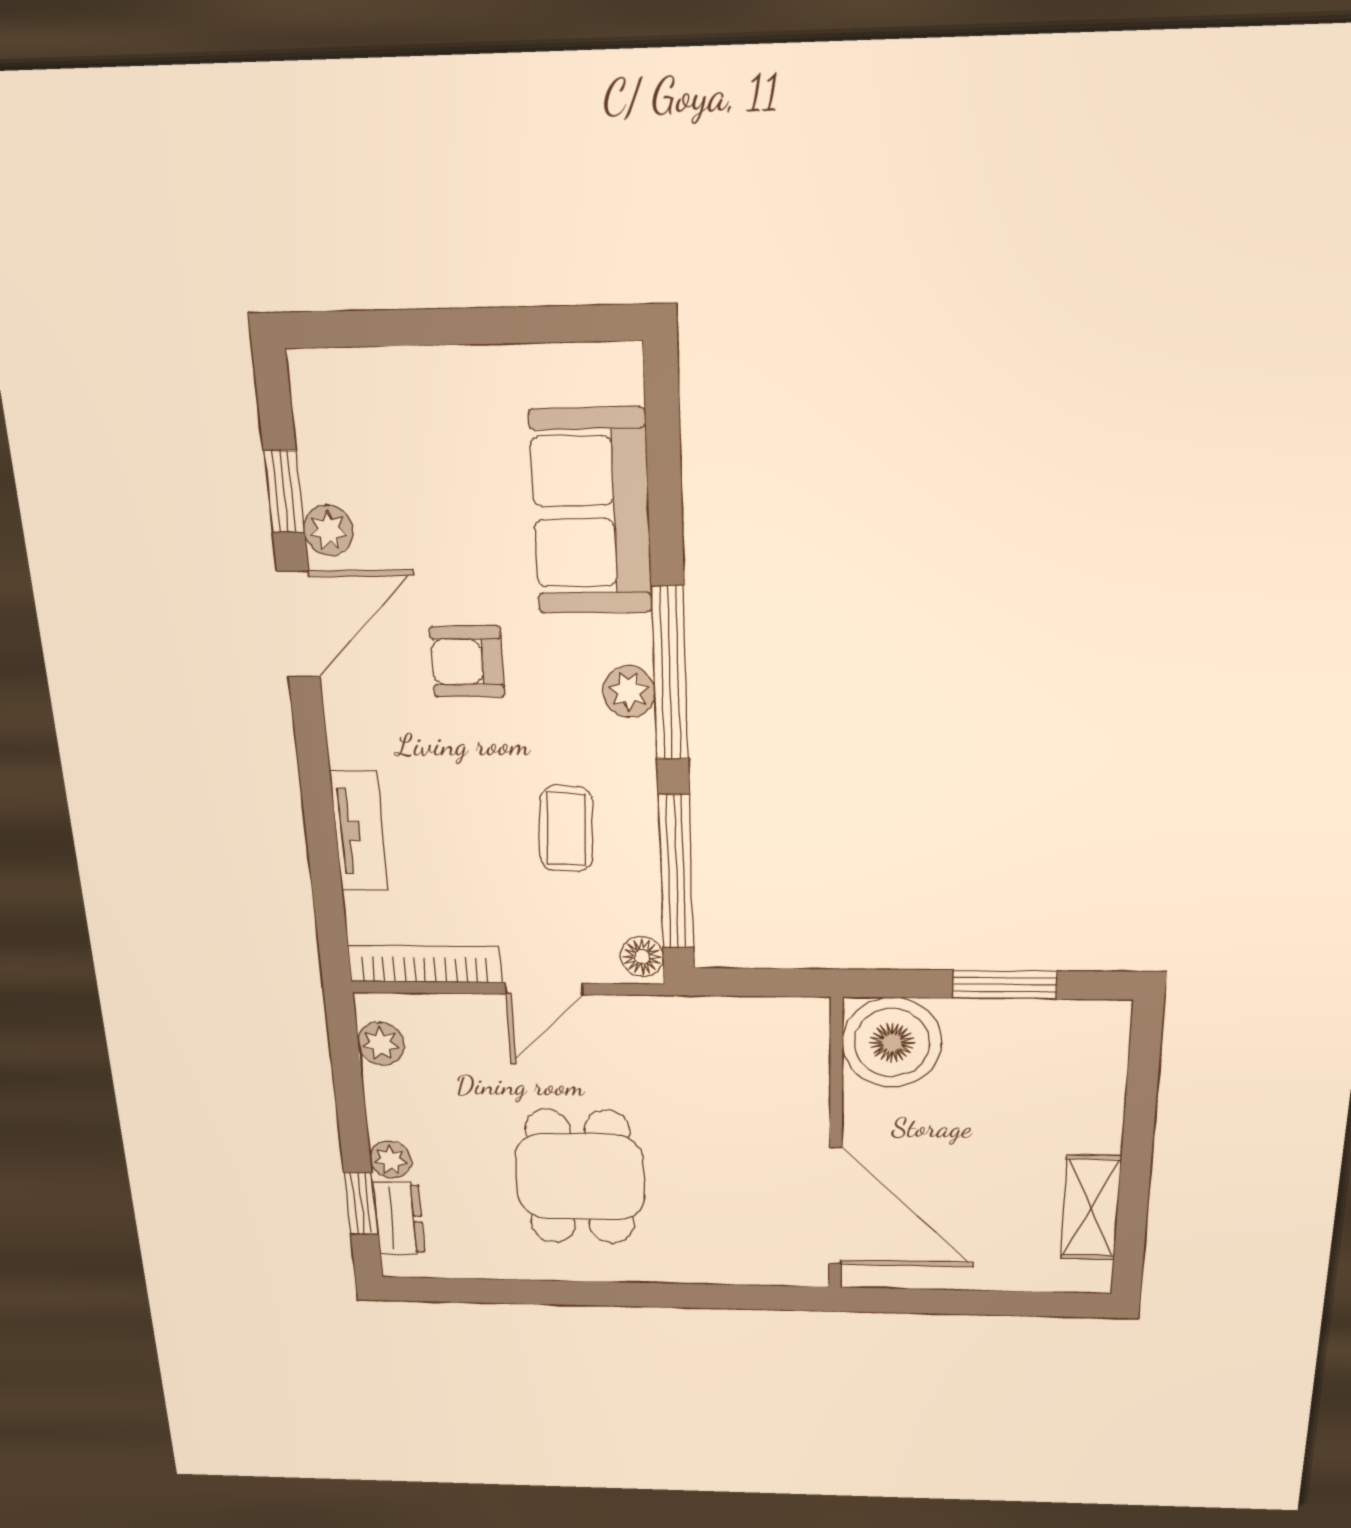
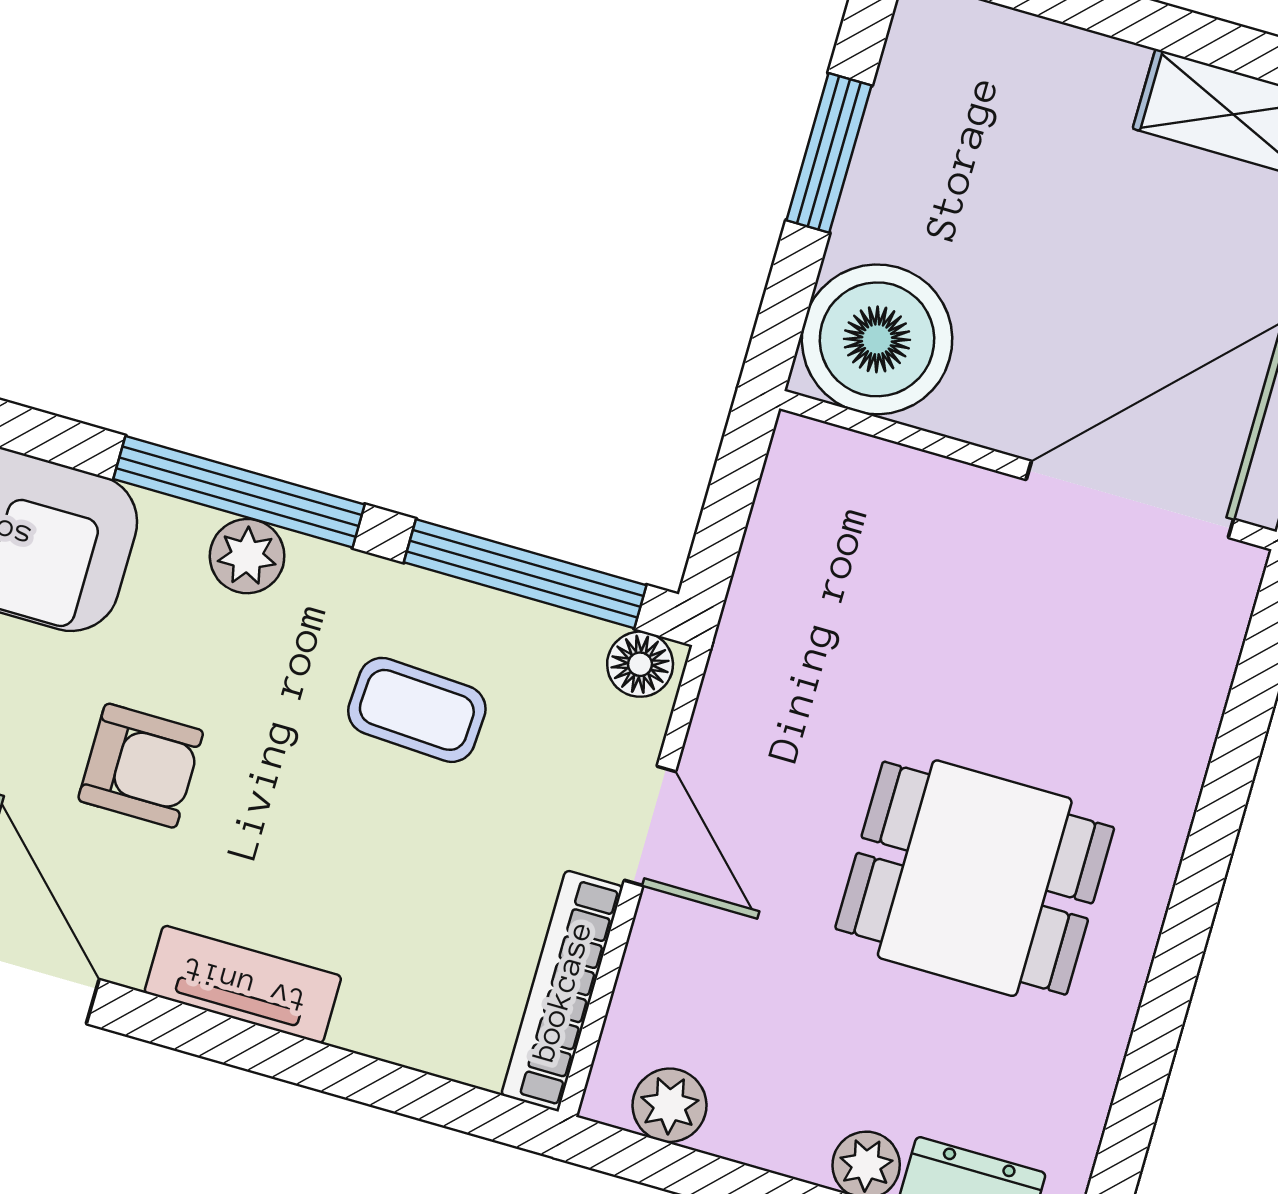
armchair: (467, 662) -> (141, 766), turned -90
tv unit: (359, 831) -> (243, 984), moved

